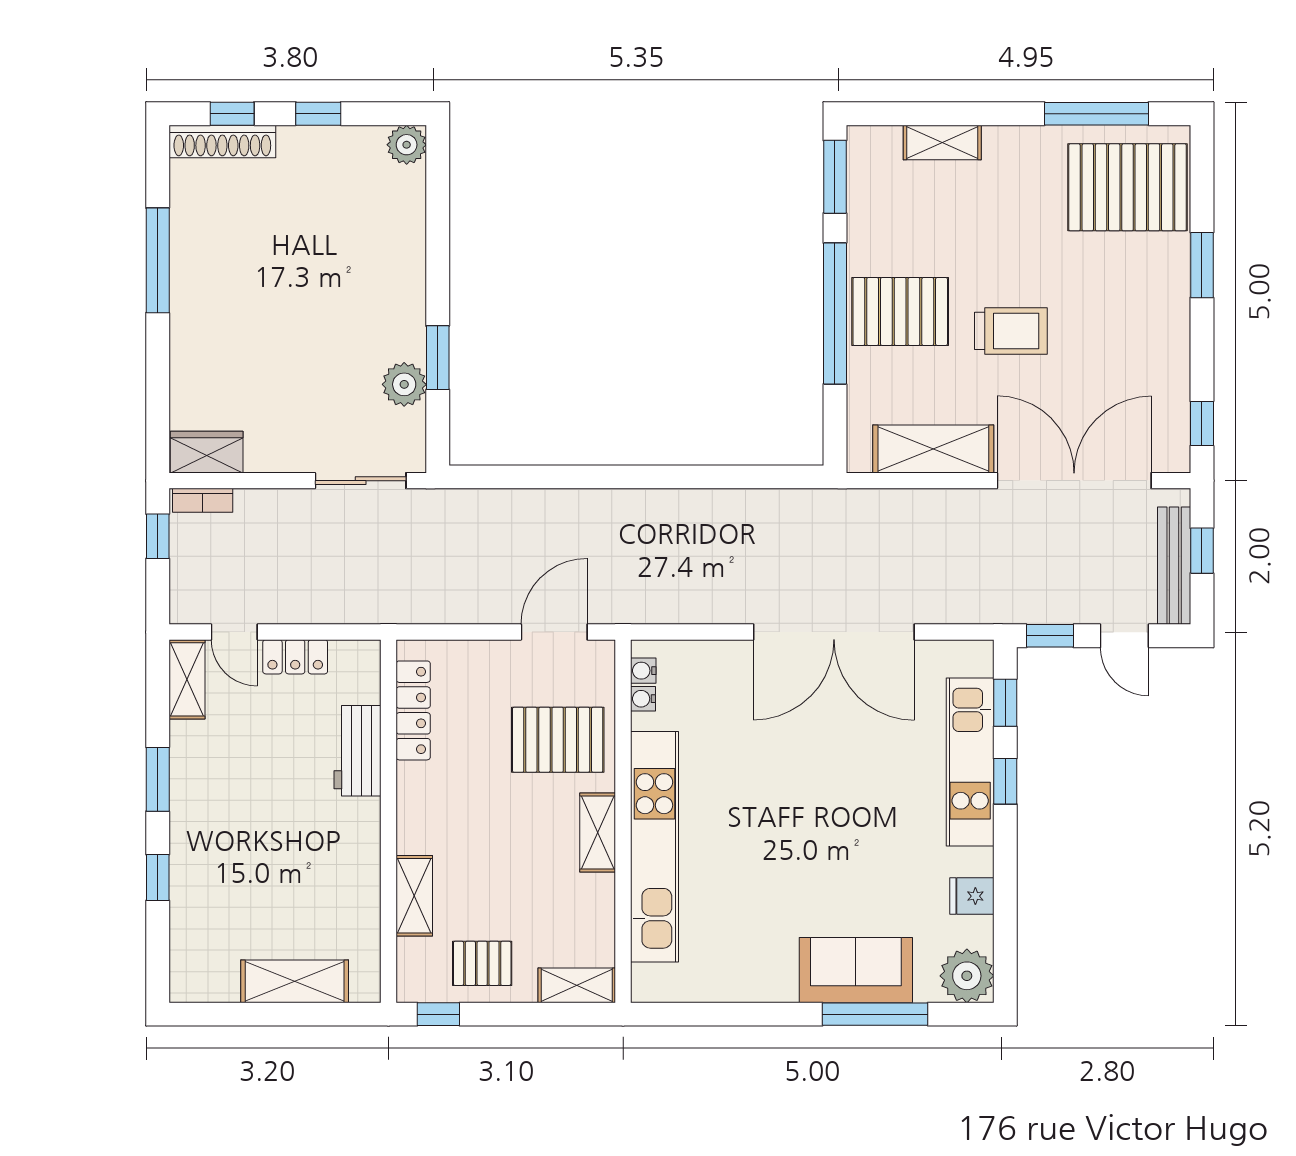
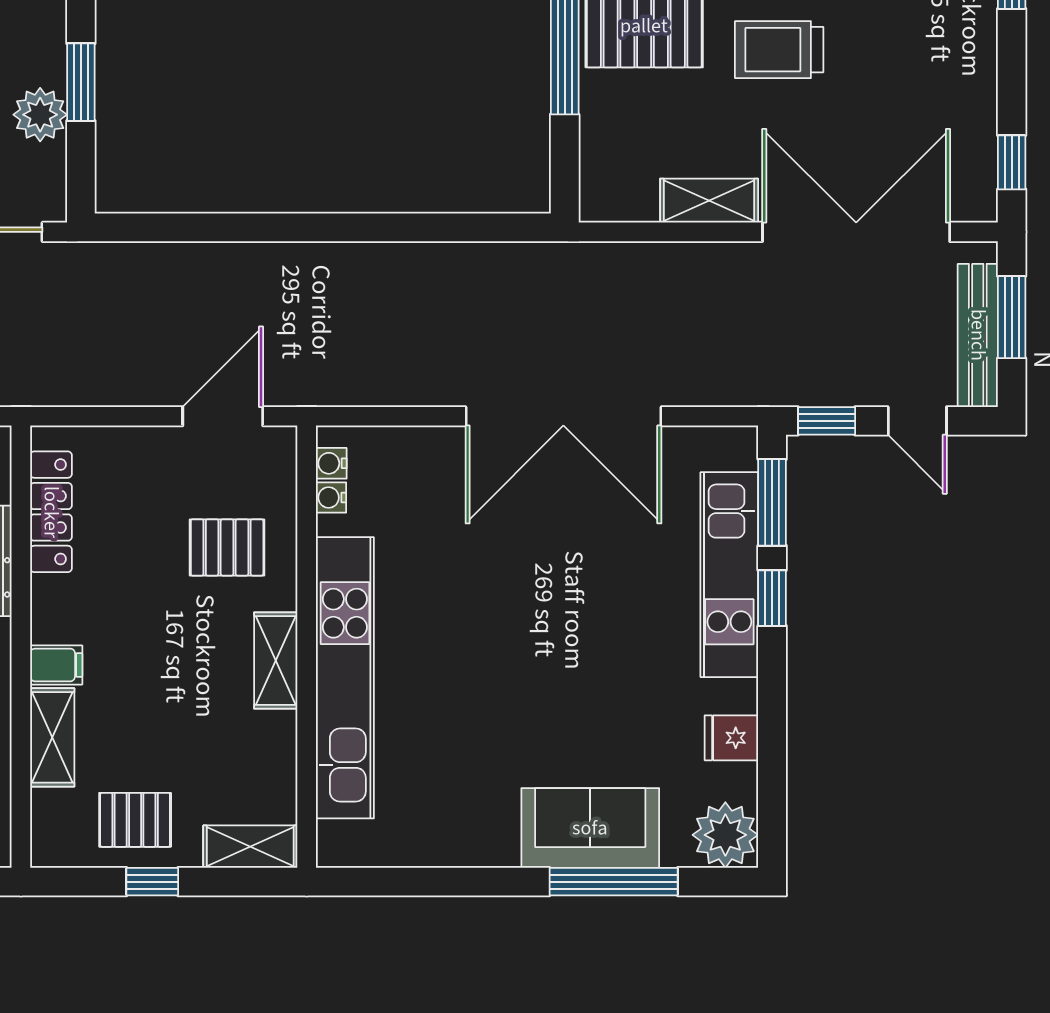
trolley: (1011, 331) -> (779, 50), turned 180
shelving: (933, 449) -> (709, 201), width x0.67, depth x0.75
window: (1202, 551) -> (1012, 317), width x1.50
window: (1005, 703) -> (772, 502), width x1.50
pallet: (558, 740) -> (227, 547), width x0.67, depth x0.71
filing cabinet: (417, 836) -> (56, 665), added
window: (438, 1014) -> (152, 882), moved

